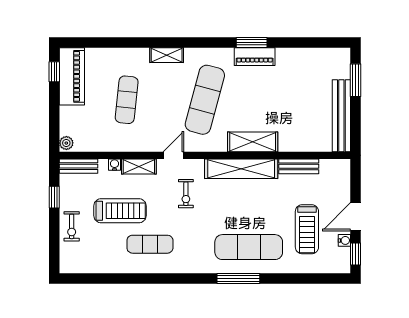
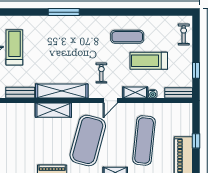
window: (54, 72) -> (196, 141), moved
exercise mat: (127, 100) -> (144, 140), width x1.36, depth x1.45
exercise mat: (205, 100) -> (88, 140), width x1.47
plant: (66, 143) -> (187, 109), removed
exercise bike: (72, 226) -> (184, 35), moved
exercise mat: (249, 247) -> (56, 35), removed

